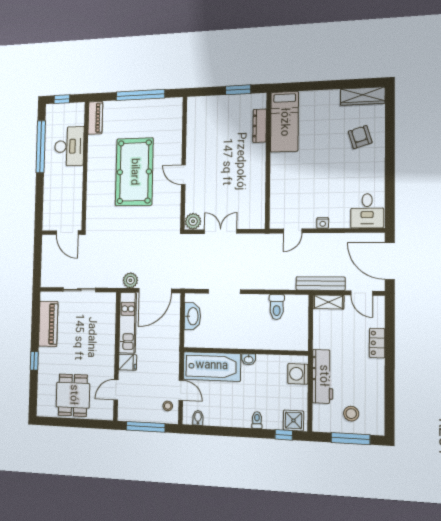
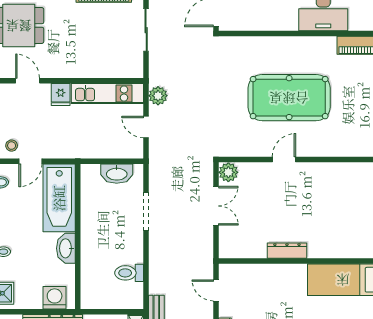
dresser: (260, 126) -> (287, 251), moved
door: (155, 291) -> (146, 127), width x0.53
washbasin: (249, 359) -> (66, 248), width x1.91, depth x1.45

